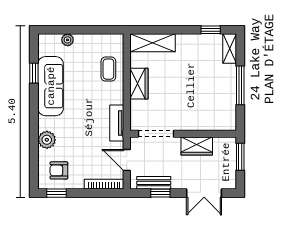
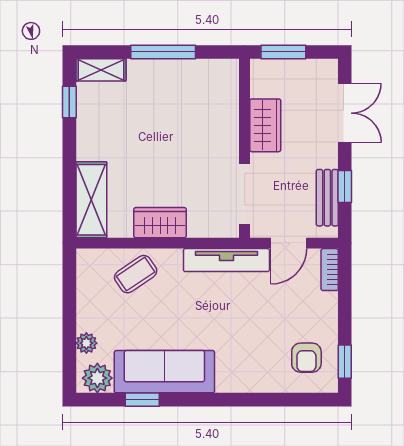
coffee table: (108, 69) -> (136, 274), turned -34
tv unit: (117, 123) -> (226, 260), width x1.41
plant: (47, 140) -> (97, 378), moved
bookcase: (104, 184) -> (330, 270), width x0.64

